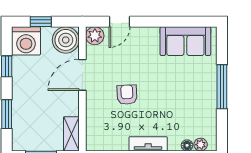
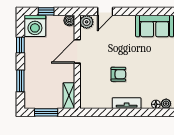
boiler: (66, 40) -> (69, 20), width x0.54, depth x0.54
armchair: (127, 95) -> (118, 74), moved, turned 93

